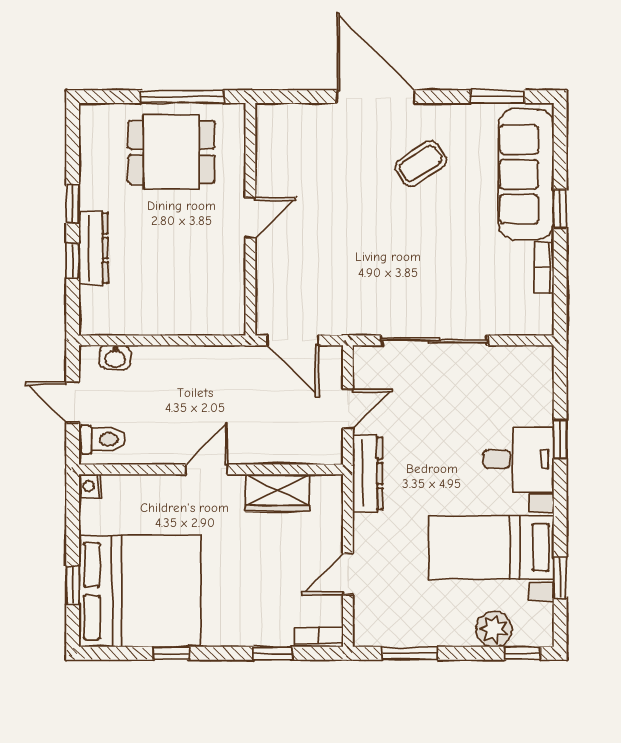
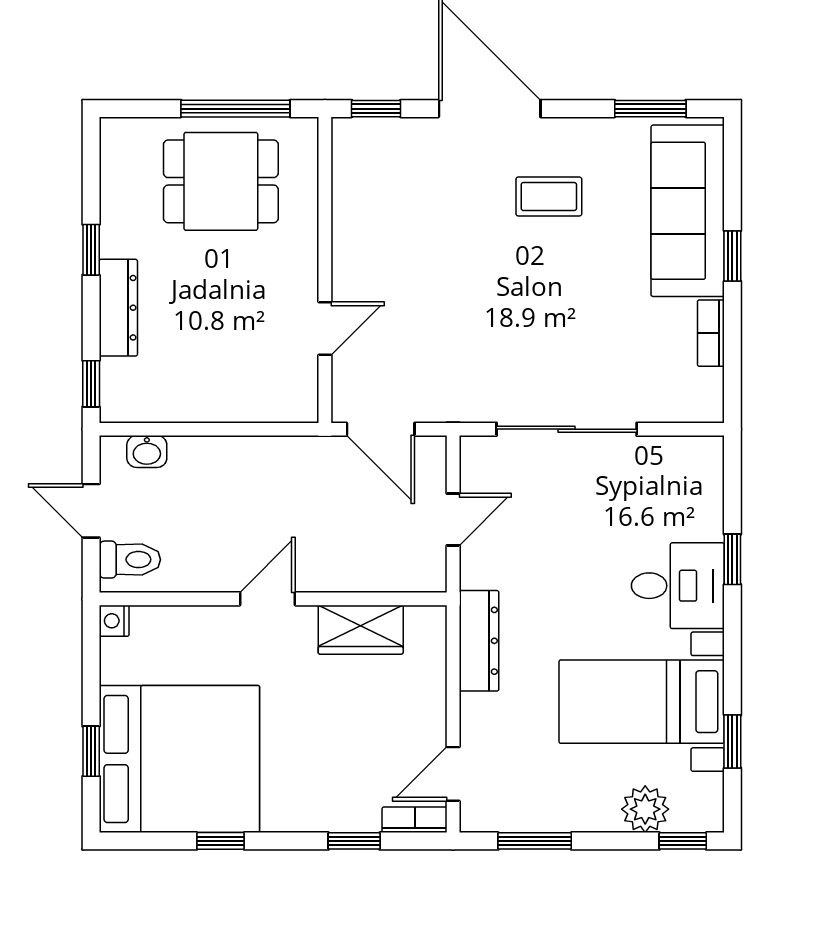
window: (289, 97) -> (376, 109), added
coffee table: (421, 164) -> (549, 197), turned 33
door: (250, 218) -> (325, 328), moved
window: (73, 261) -> (91, 384), moved
dresser: (368, 473) -> (479, 641), moved
door: (348, 574) -> (453, 774), moved

